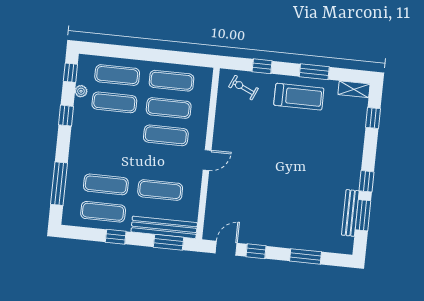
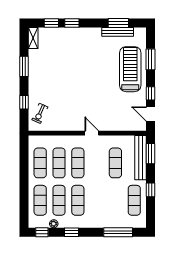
treadmill: (299, 97) -> (130, 69), moved, width x1.37, depth x1.38
window: (366, 181) -> (72, 23), moved
exercise mat: (106, 184) -> (78, 200), moved

